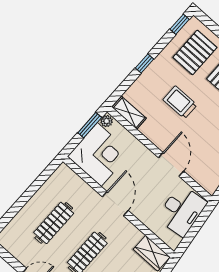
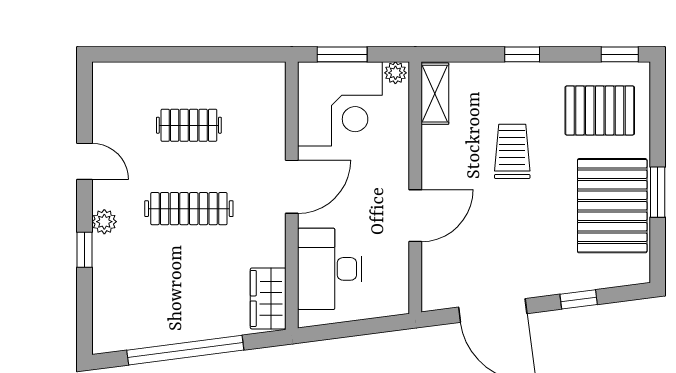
window: (90, 125) -> (342, 54), moved
desk: (182, 211) -> (330, 269), moved, turned 97
clothes rail: (54, 223) -> (189, 125), width x0.73

